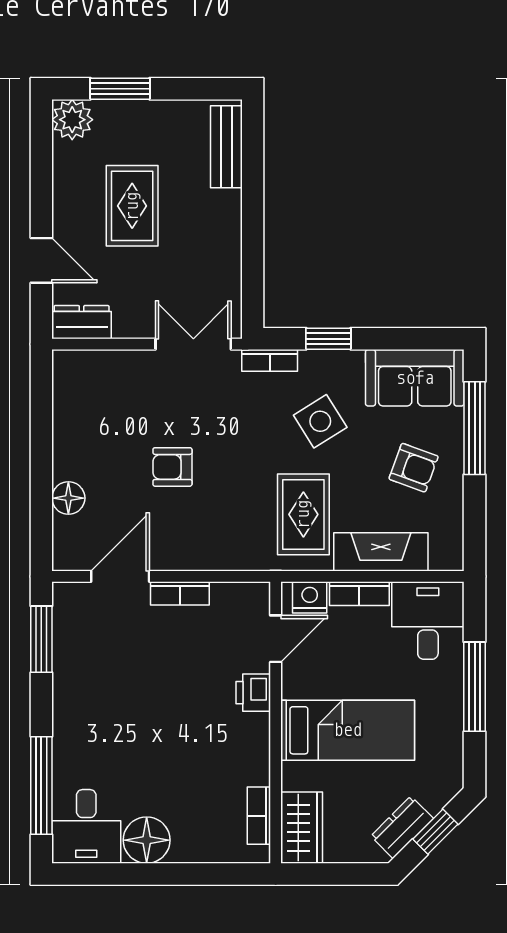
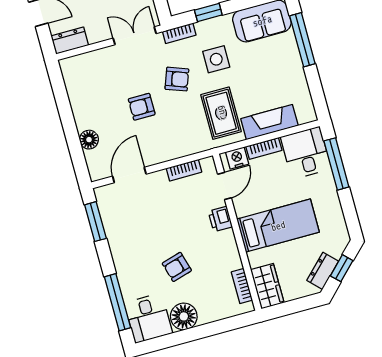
side table: (320, 421) -> (216, 59), turned 32
armchair: (414, 468) -> (177, 79), moved
bookcase: (180, 593) -> (184, 170), moved
window: (475, 687) -> (336, 164), moved
armchair: (158, 753) -> (177, 267), added

